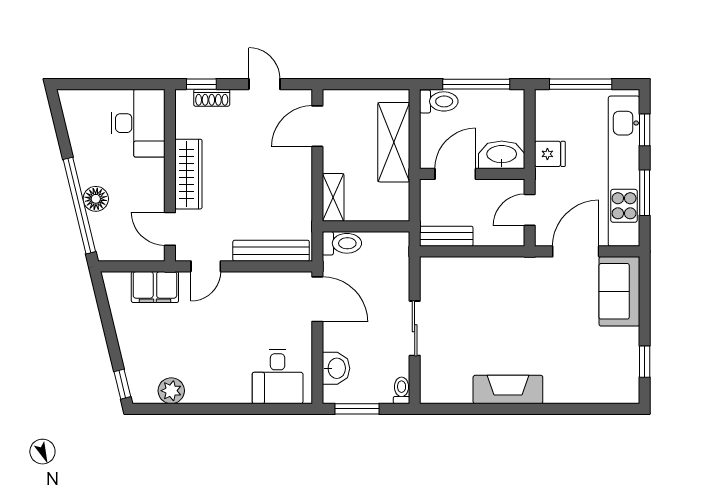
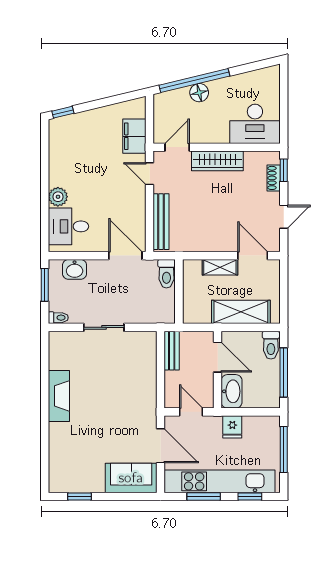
shelving: (333, 197) -> (220, 267), moved
door: (317, 299) -> (125, 256), swing flipped
plant: (171, 391) -> (58, 197), moved

